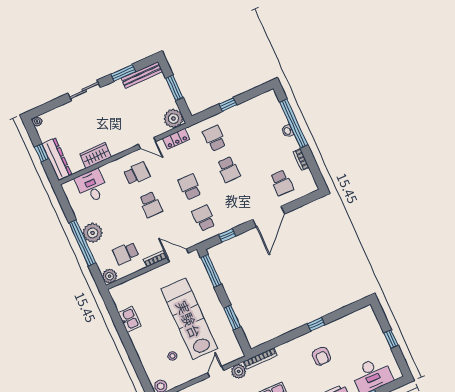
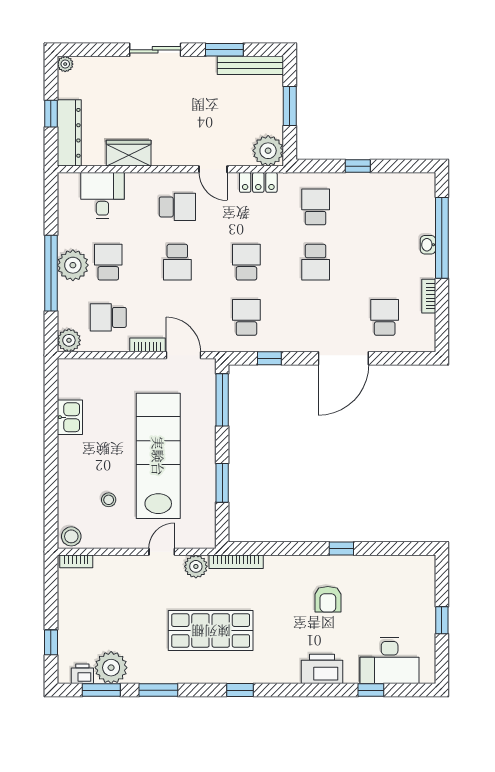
school desk: (282, 183) -> (385, 317), turned 180
school desk: (112, 222) -> (108, 262), added

